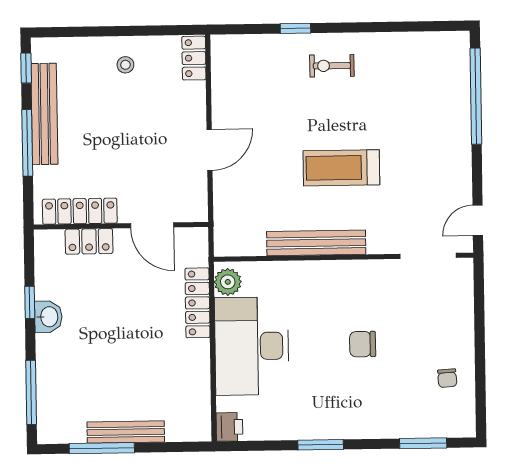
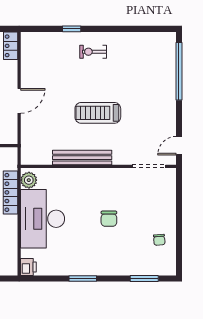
chair: (363, 344) -> (109, 219), turned -90

